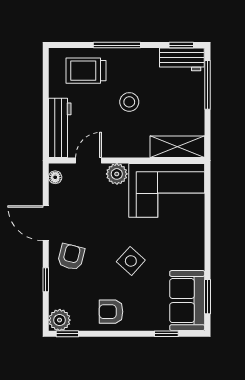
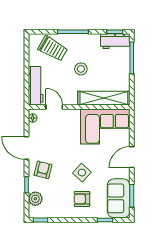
trolley: (86, 71) -> (53, 49), turned -150
shelving: (177, 147) -> (104, 98), width x1.47
door: (88, 161) -> (54, 107), hinge flipped
plant: (117, 174) -> (73, 116), removed
door: (207, 237) -> (132, 157), added
armchair: (111, 312) -> (82, 199), moved
plant: (60, 320) -> (35, 199), moved

